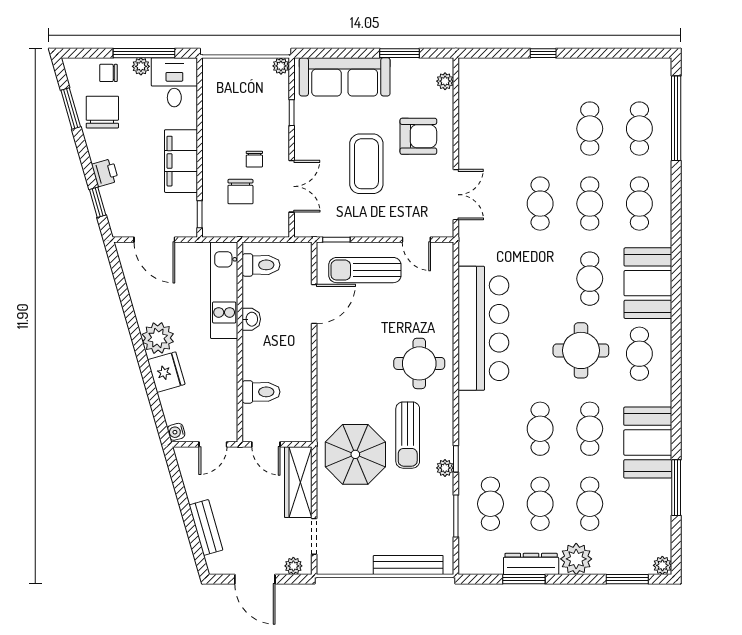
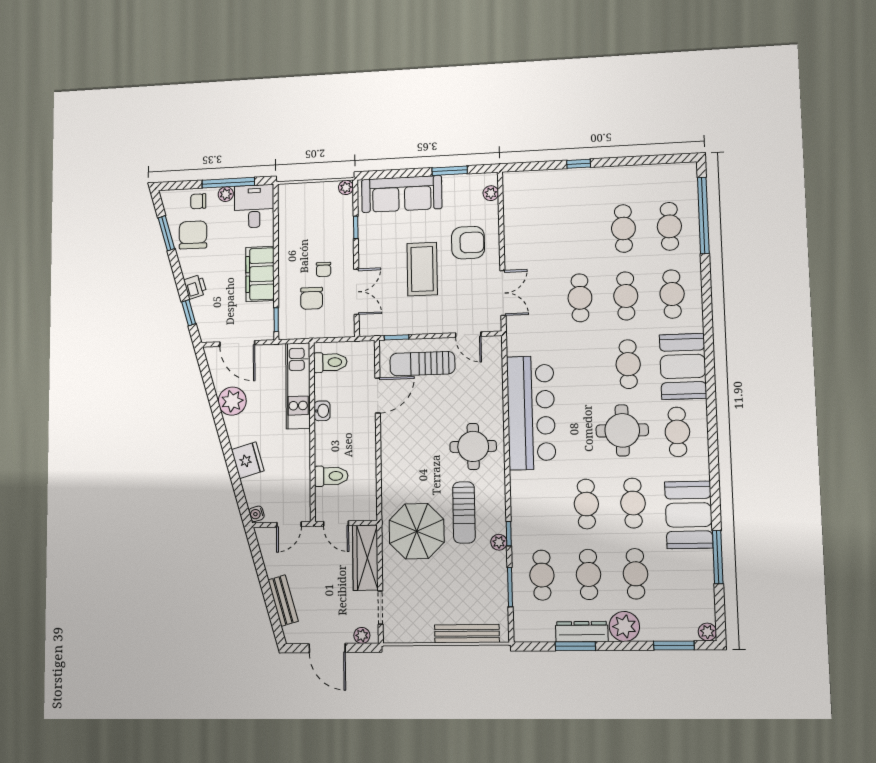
plant: (158, 338) -> (232, 401), moved

